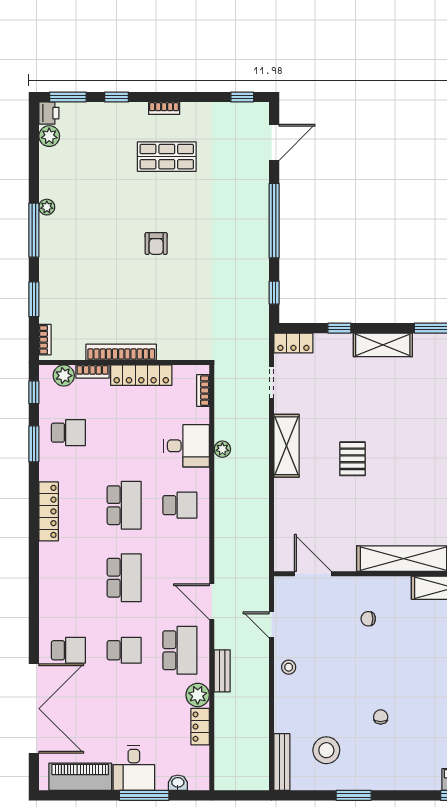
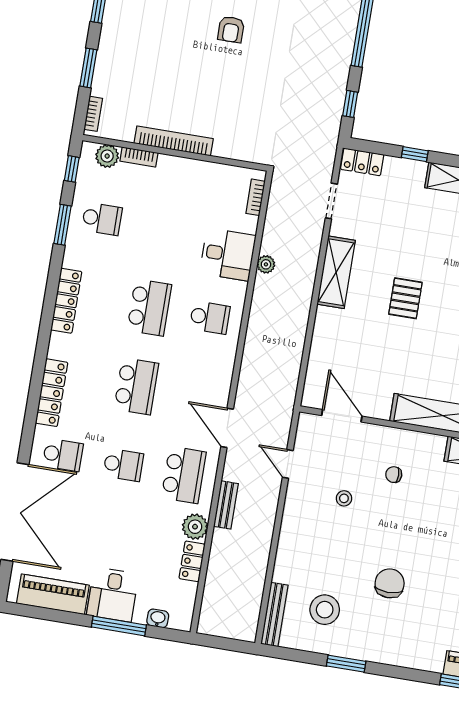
locker: (141, 375) -> (52, 393), moved, turned -90
stool: (289, 667) -> (344, 498), moved
chair: (381, 717) -> (390, 583), width x1.87, depth x1.87

